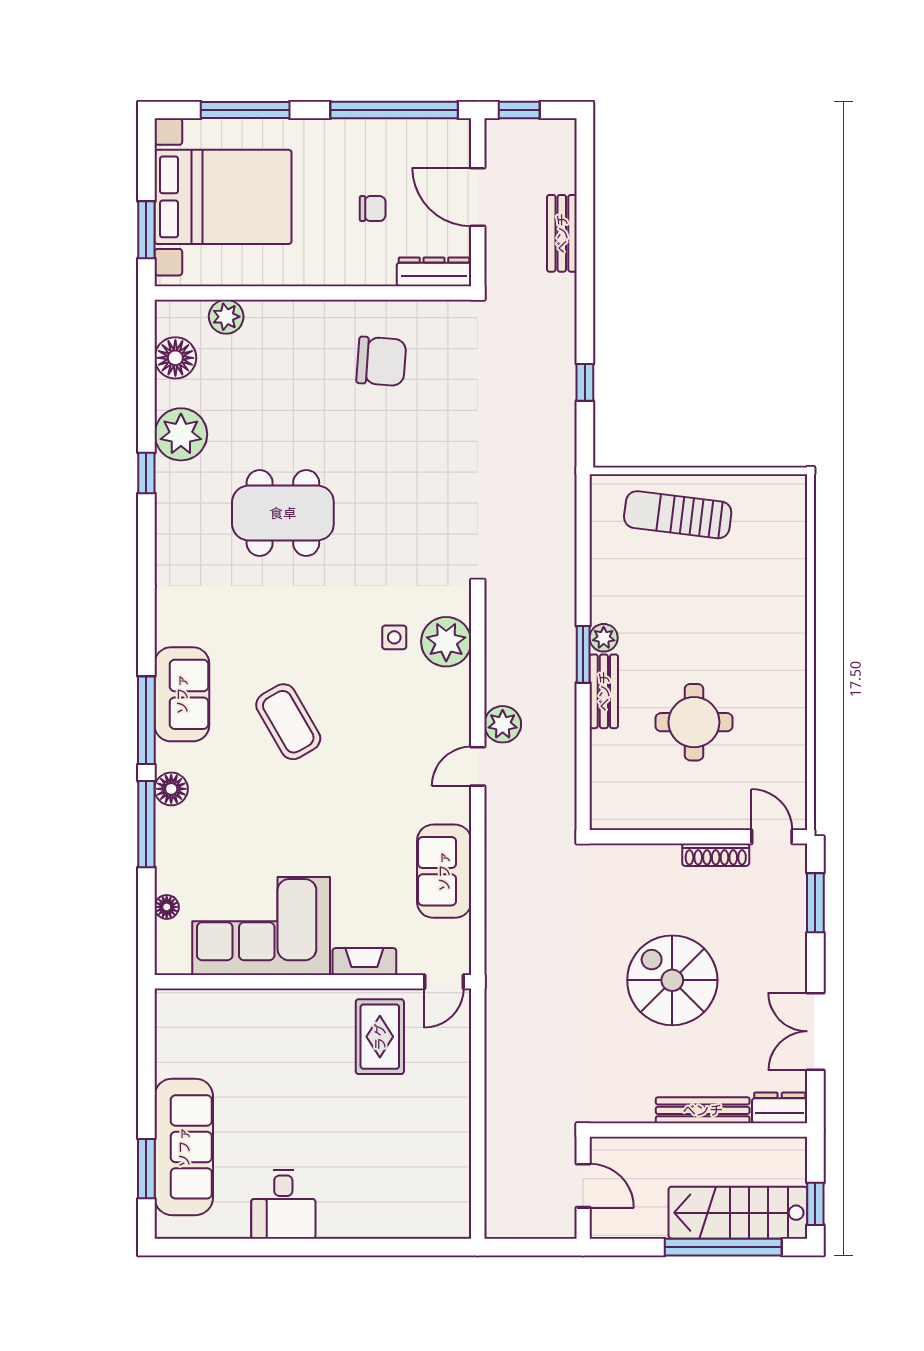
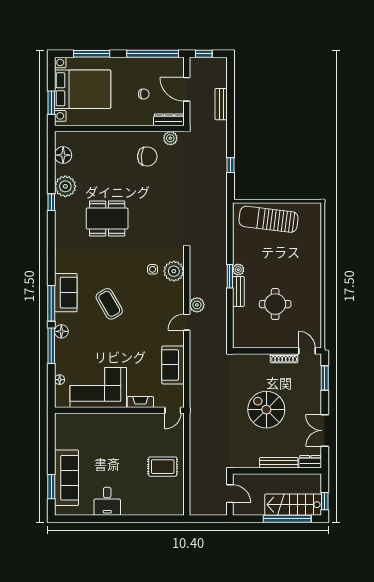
plant: (226, 317) -> (170, 138), moved
sun lounger: (678, 515) -> (269, 219), width x1.36, depth x1.34
rug: (380, 1037) -> (163, 467), moved, turned 90

